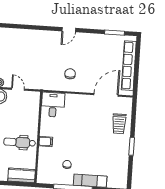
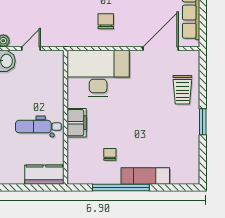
door: (18, 89) -> (31, 49), hinge flipped
desk: (53, 105) -> (98, 73), width x1.87, depth x1.30
filing cabinet: (46, 141) -> (77, 123), width x2.00

